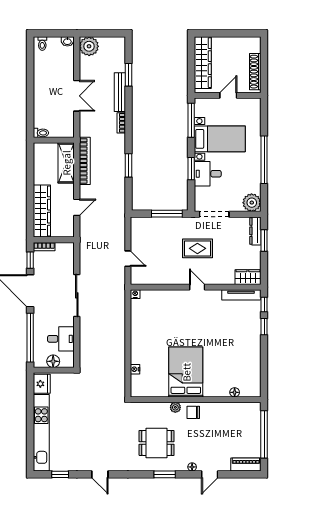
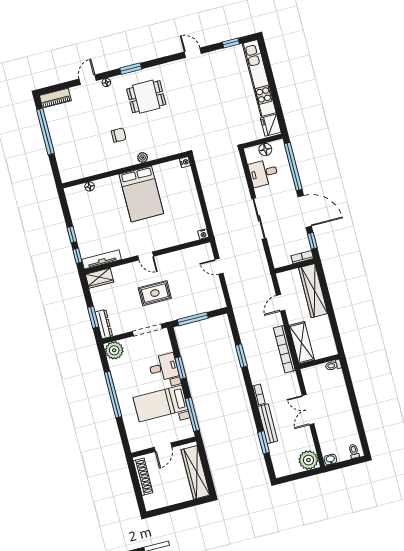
bed: (186, 372) -> (141, 194), moved
floor lamp: (235, 392) -> (90, 186), moved
wall: (196, 400) -> (125, 170), moved
plant: (175, 407) -> (143, 157), moved

